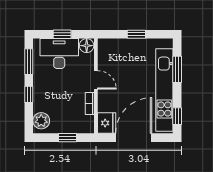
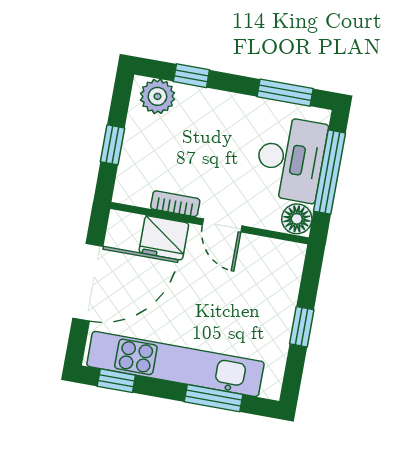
window: (62, 34) -> (330, 172), width x2.17
door: (96, 80) -> (222, 225), hinge flipped
window: (29, 94) -> (191, 76), moved
fridge: (107, 123) -> (164, 238), moved
door: (134, 138) -> (88, 282), hinge flipped

